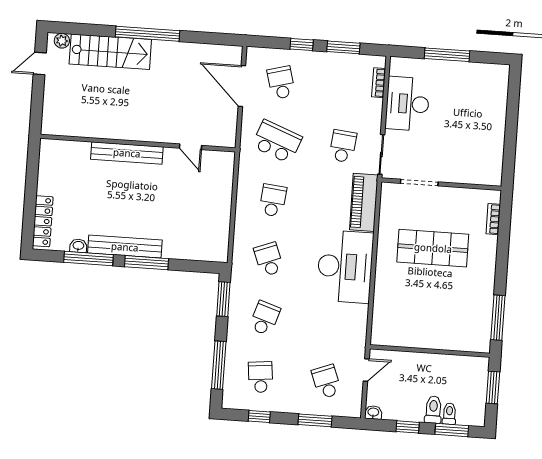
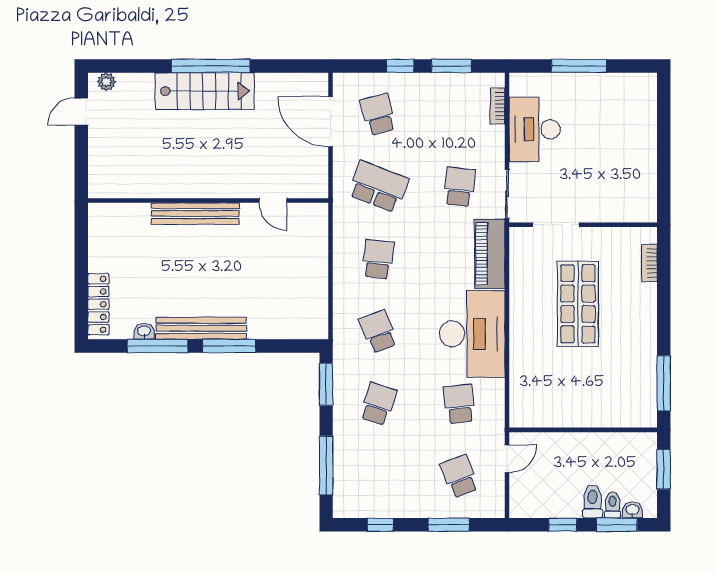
stairs: (110, 52) -> (205, 91), moved
shop shelf: (433, 248) -> (578, 304), turned 90
school desk: (260, 377) -> (459, 404), moved
washbasin: (373, 412) -> (632, 510), moved

